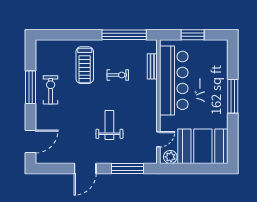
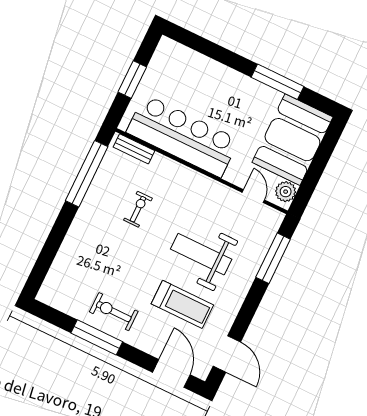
treadmill: (85, 65) -> (182, 304), moved
bench: (152, 66) -> (134, 149), moved
window: (233, 96) -> (277, 82), moved
weight bench: (109, 125) -> (201, 254), width x1.36, depth x1.33
door: (85, 169) -> (227, 354), moved

